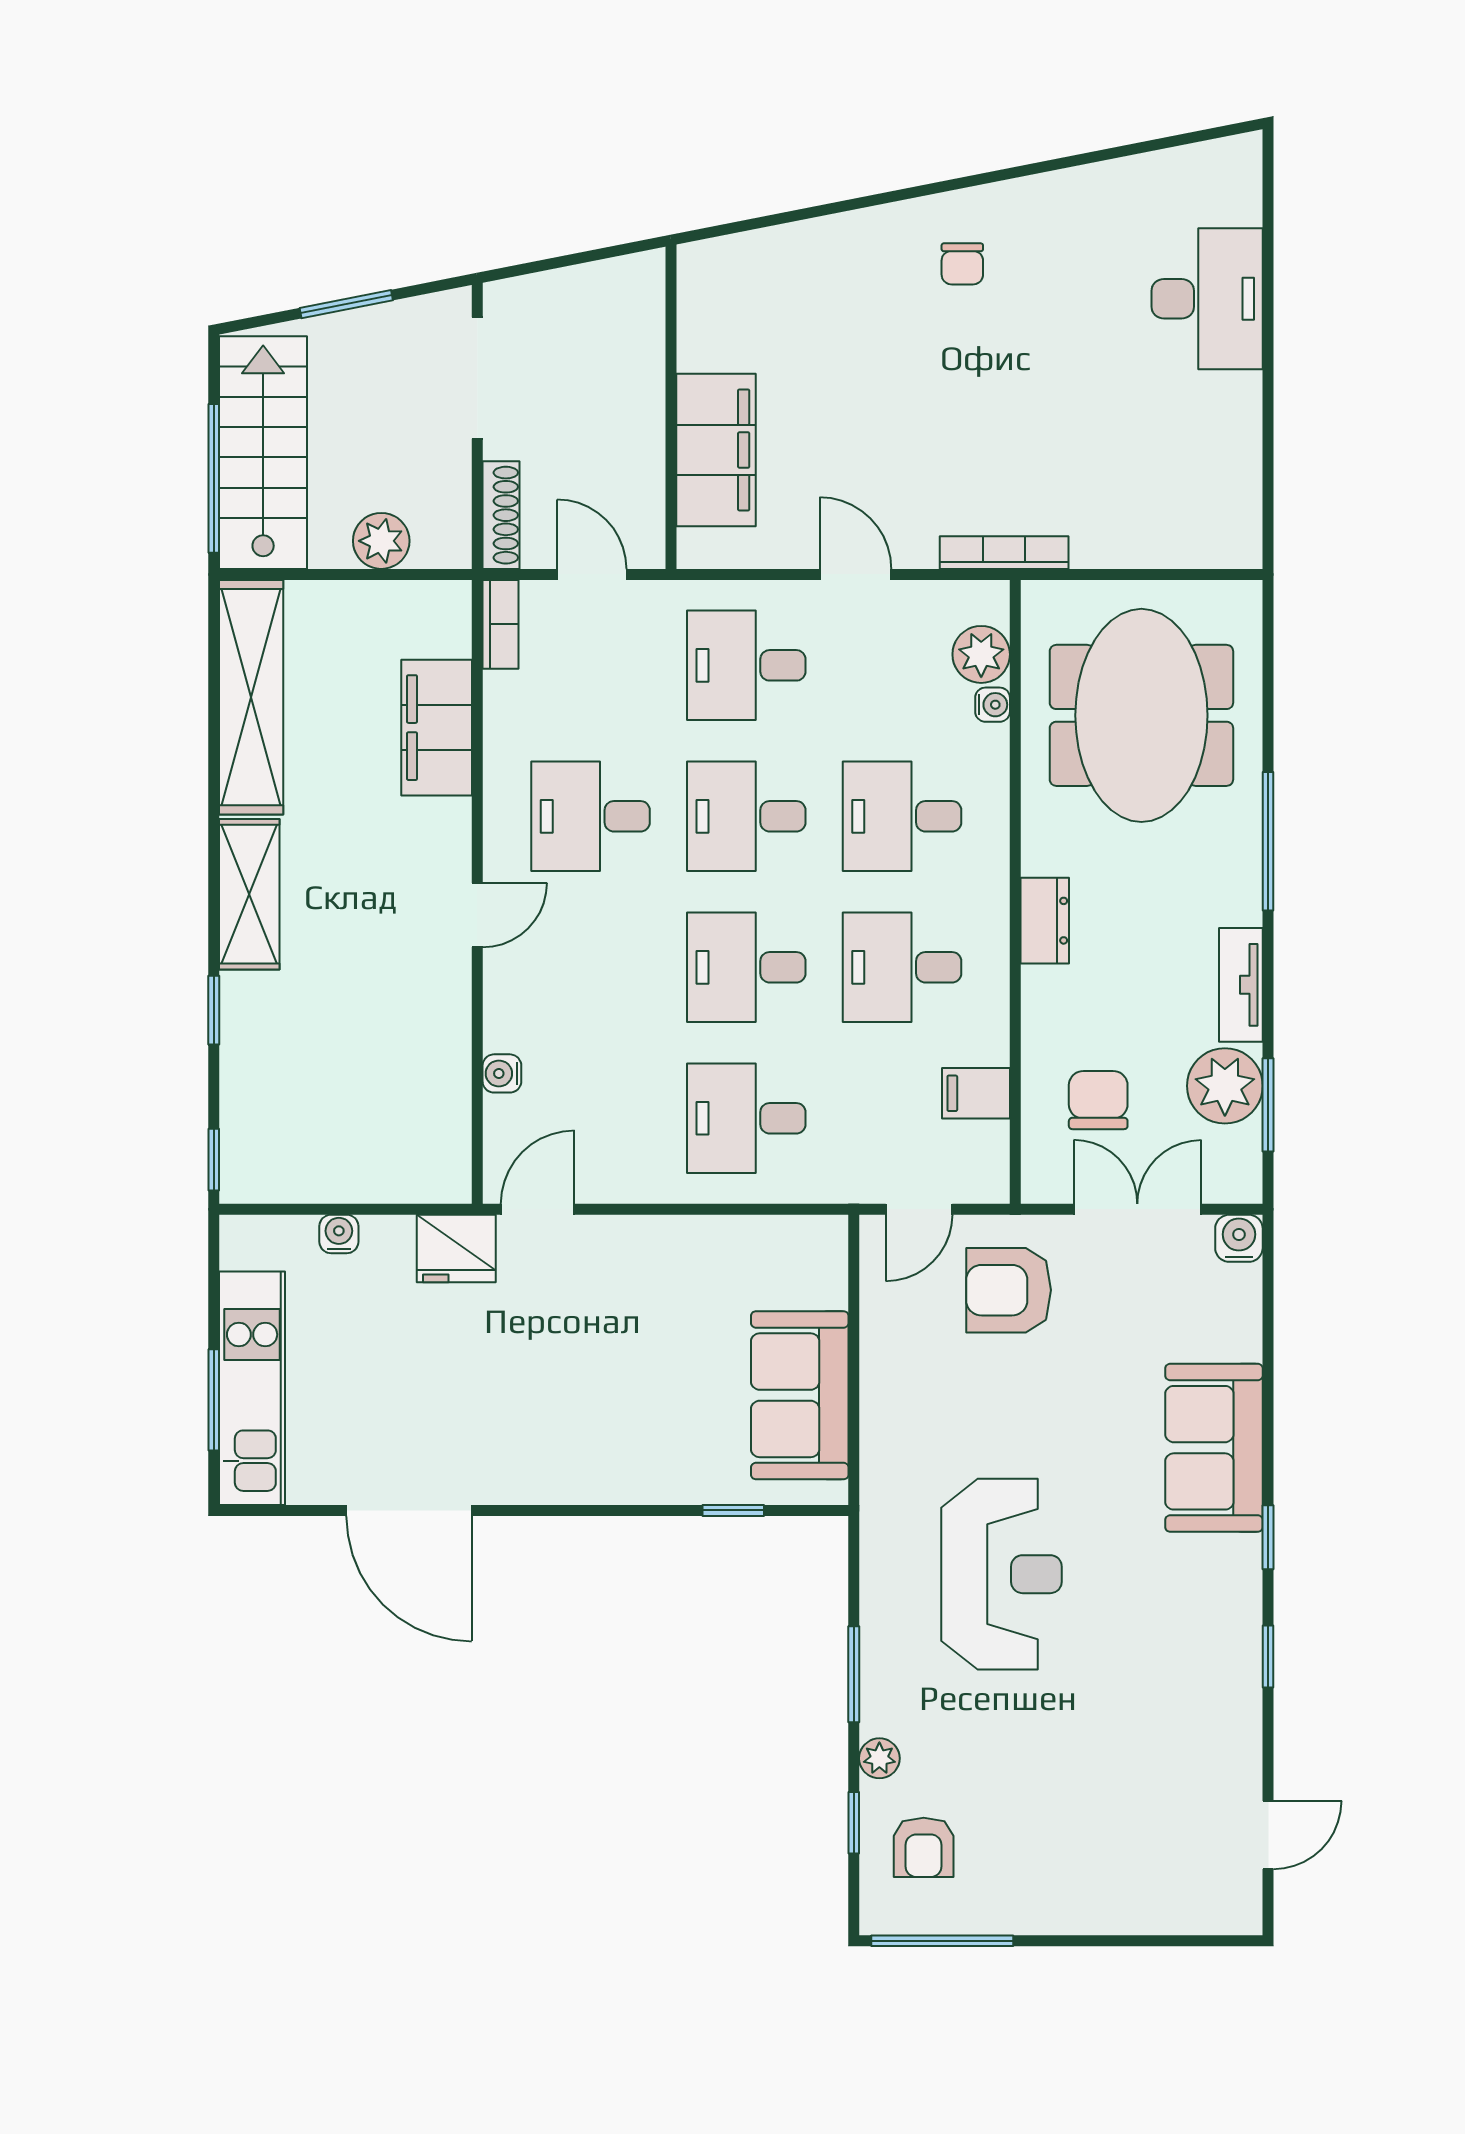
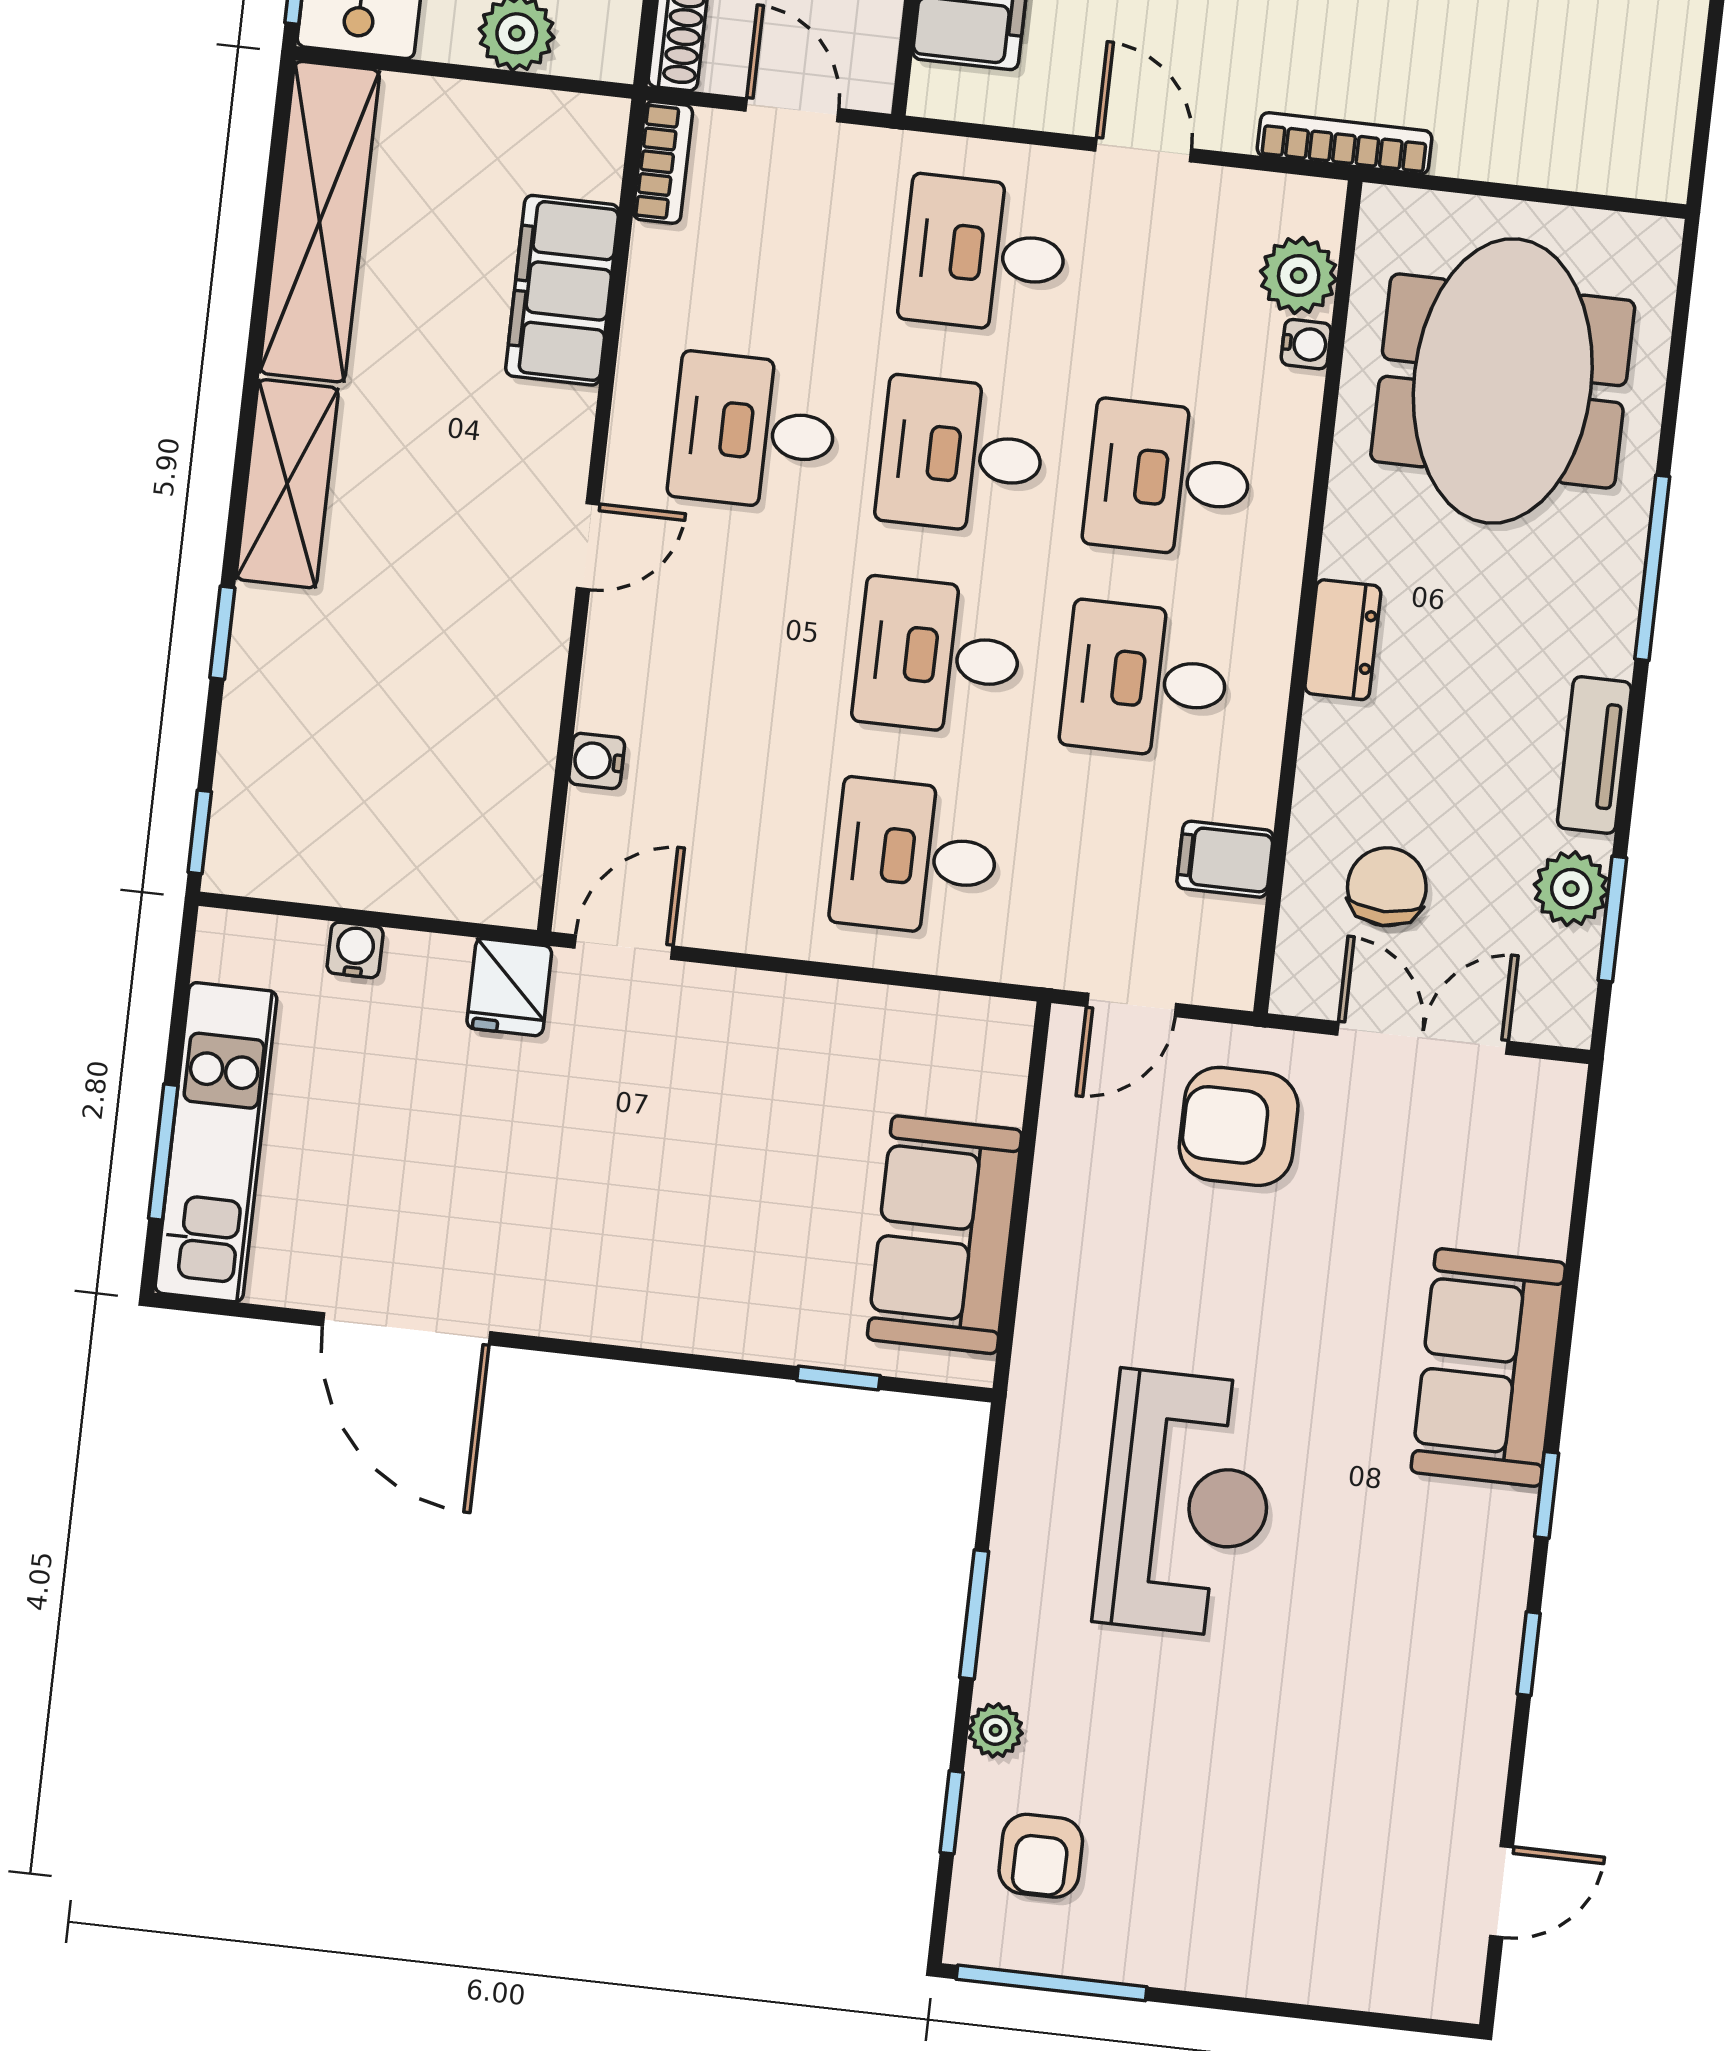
plant: (1225, 1086) -> (1571, 889), width x0.73, depth x0.73
water cooler: (1239, 1238) -> (1553, 1092), removed
fridge: (456, 1249) -> (509, 987), width x0.72

